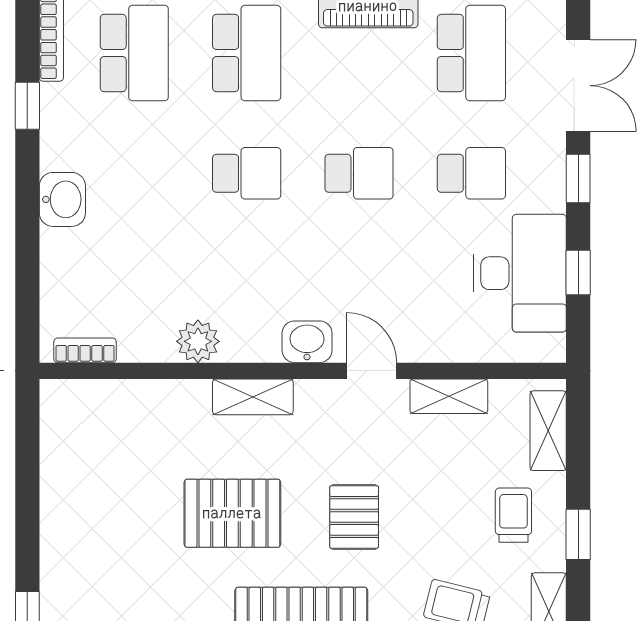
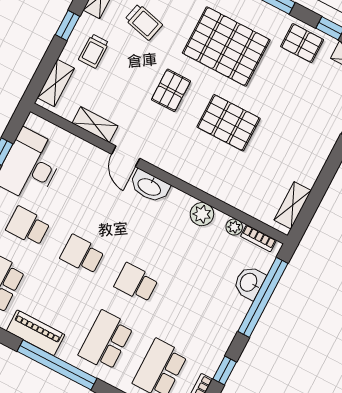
washbasin: (62, 199) -> (249, 283), moved
window: (27, 257) -> (263, 297), added
washbasin: (307, 342) -> (149, 186), width x1.38
plant: (134, 348) -> (234, 227), added
shelving: (253, 397) -> (293, 205), moved, turned 90

